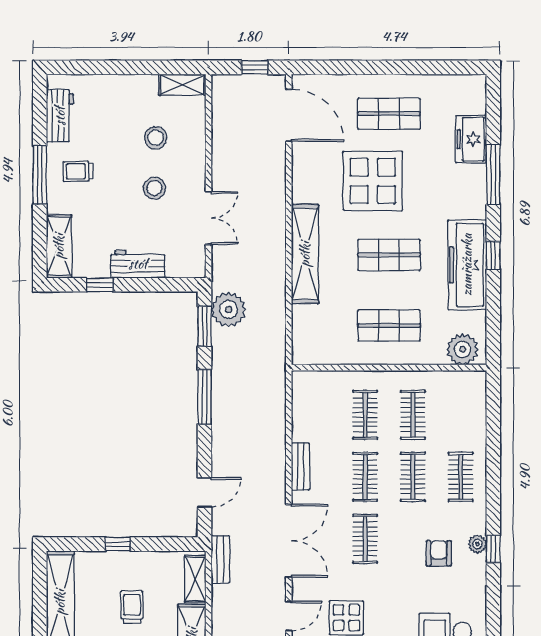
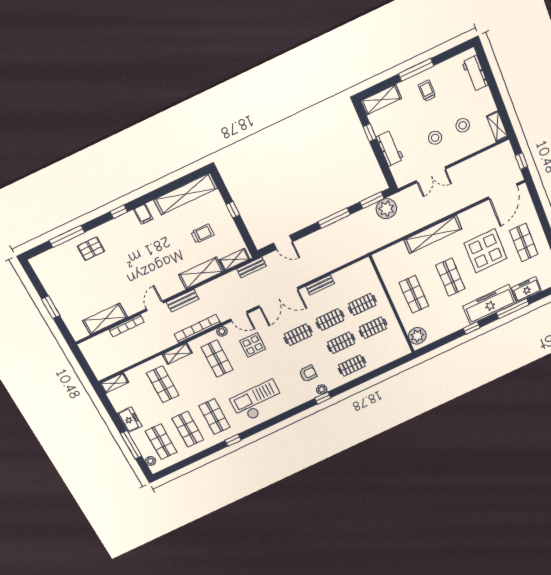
workbench: (60, 116) -> (475, 73), moved, turned 90
freezer: (467, 265) -> (490, 304), moved

